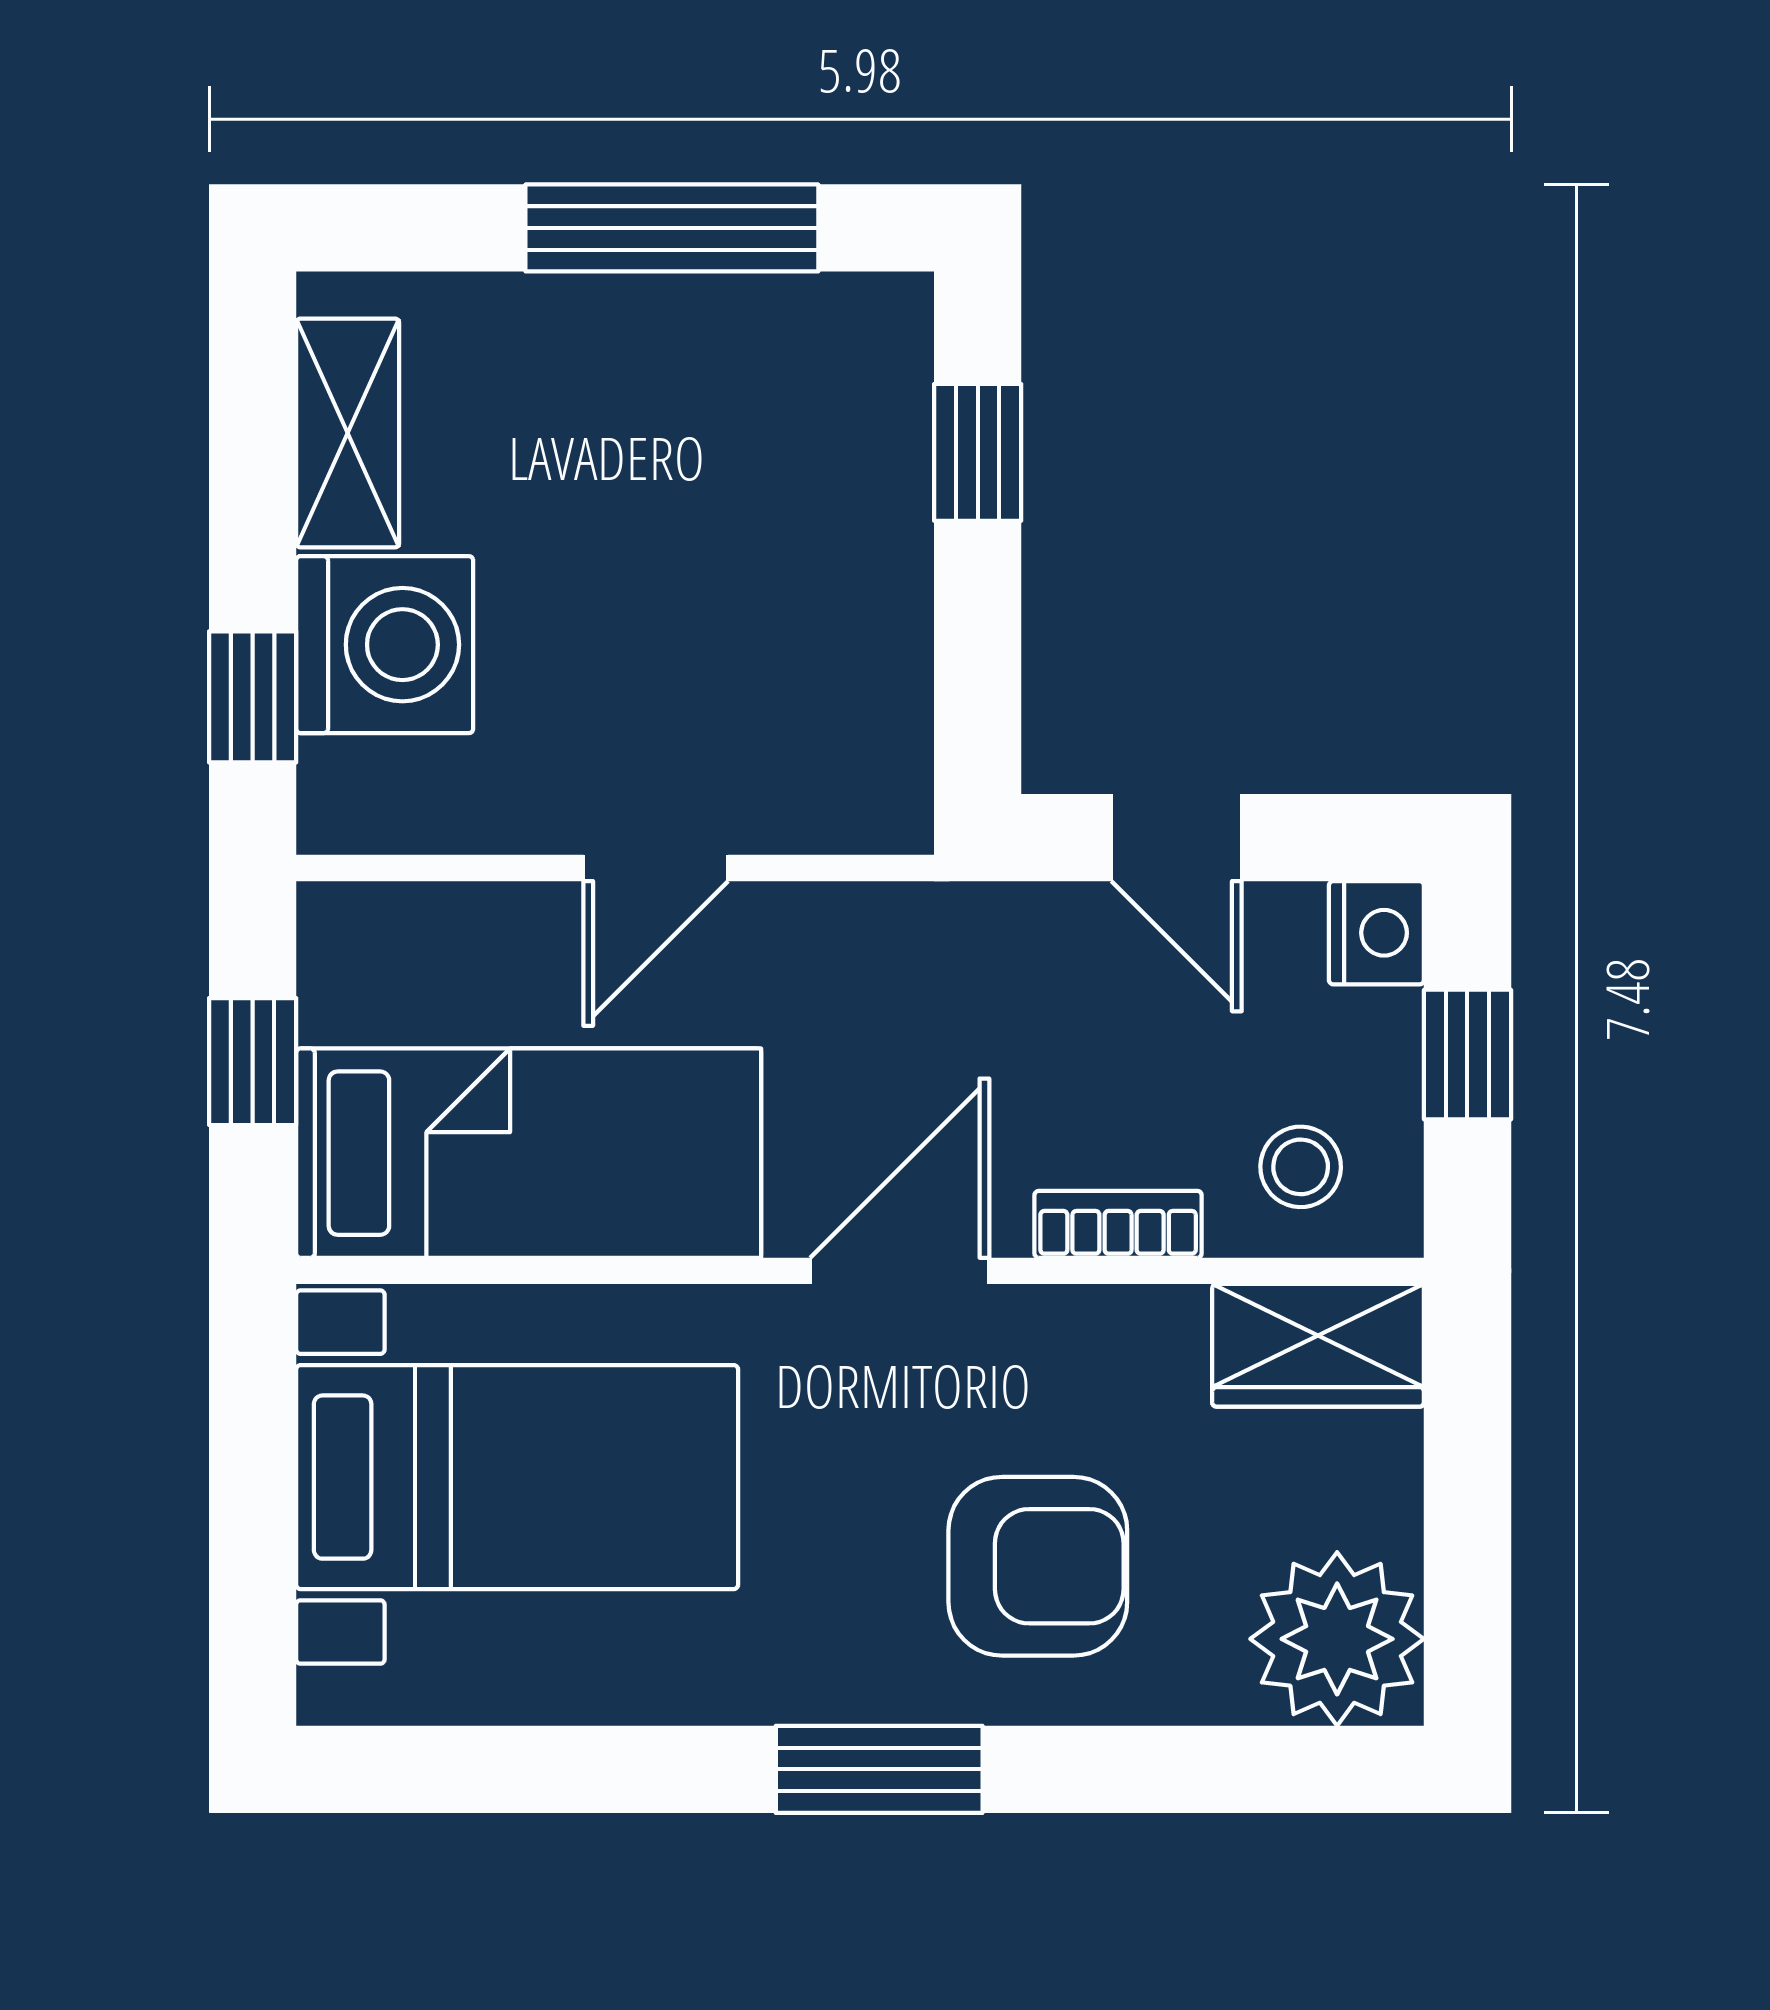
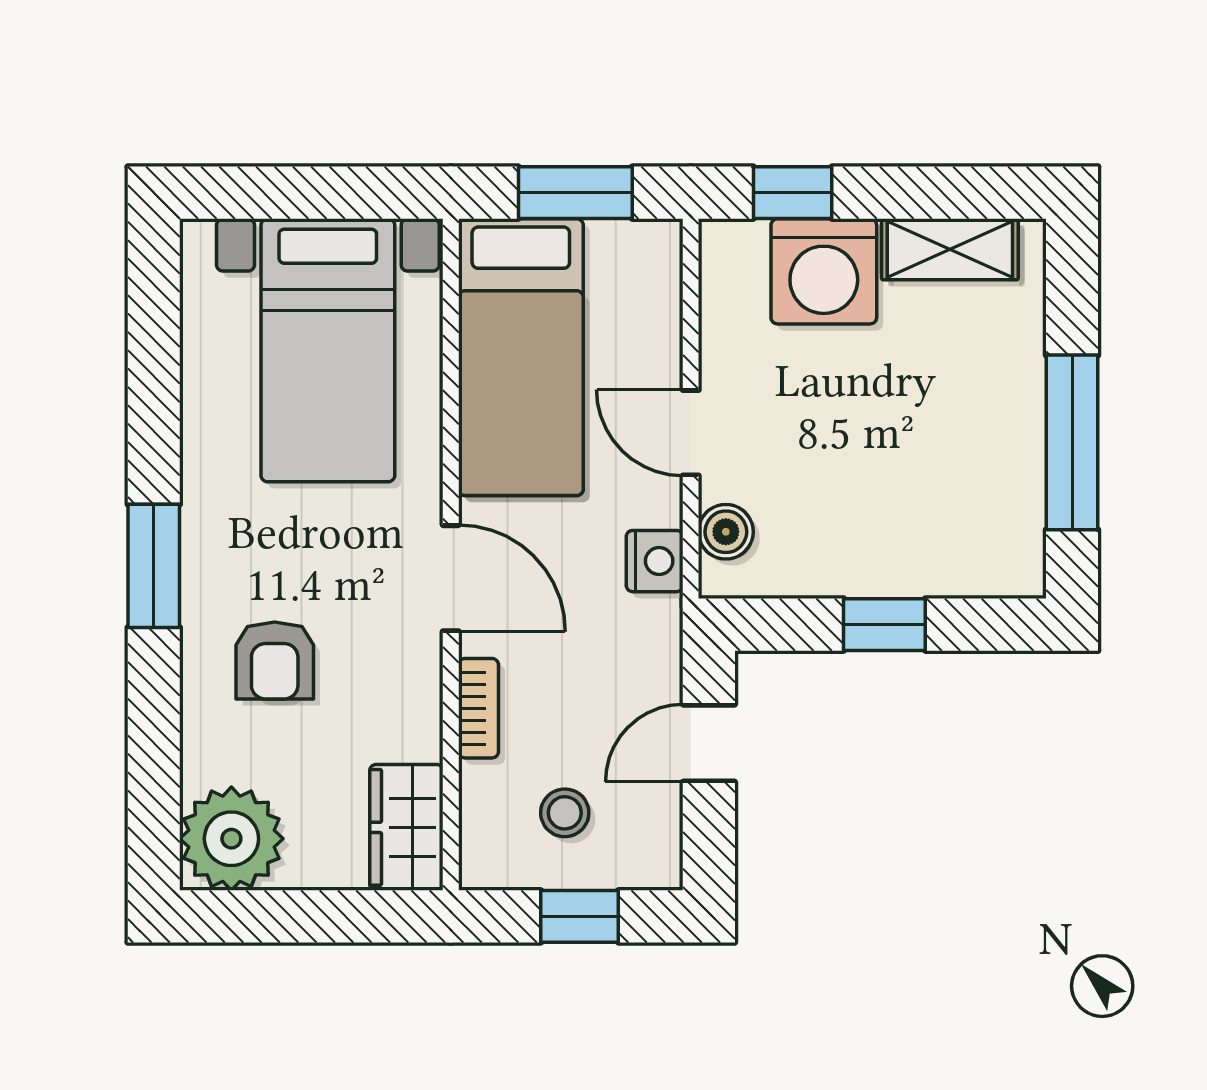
window: (978, 452) -> (884, 625), moved
boiler: (822, 809) -> (726, 532), added
nightstand: (1376, 933) -> (655, 561), moved, turned -90
window: (253, 1062) -> (575, 193), width x1.50
stool: (1301, 1167) -> (565, 813), moved
armchair: (1038, 1566) -> (275, 660), width x0.72, depth x0.72

